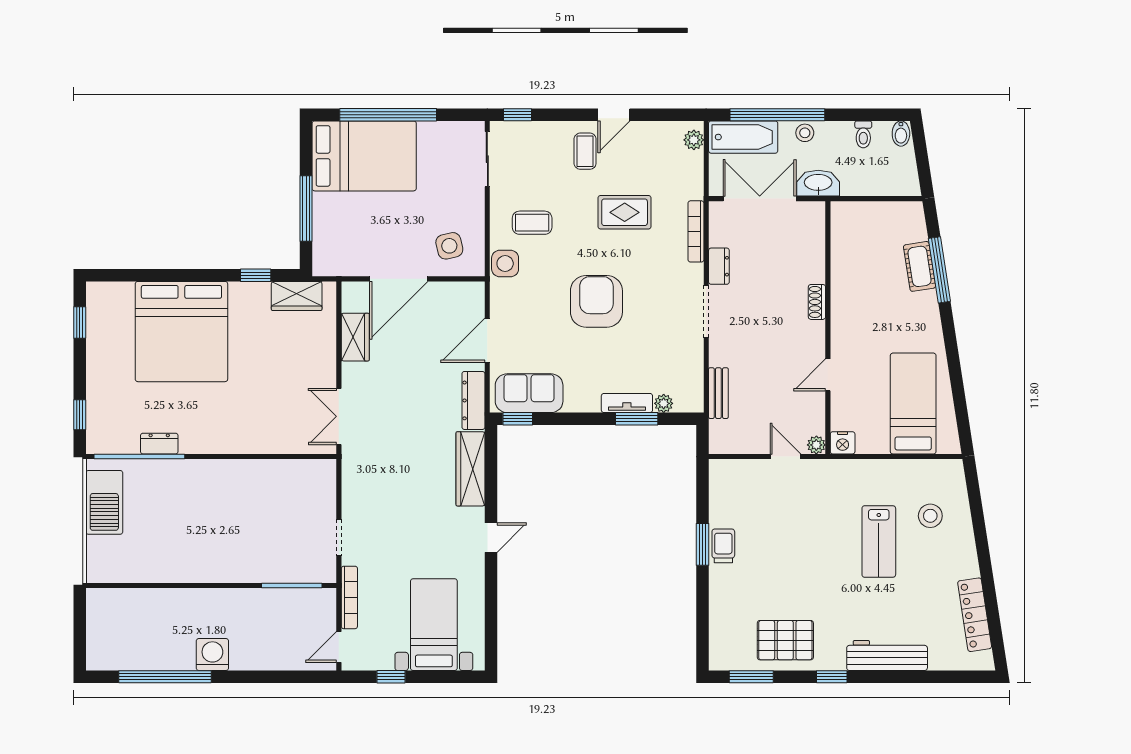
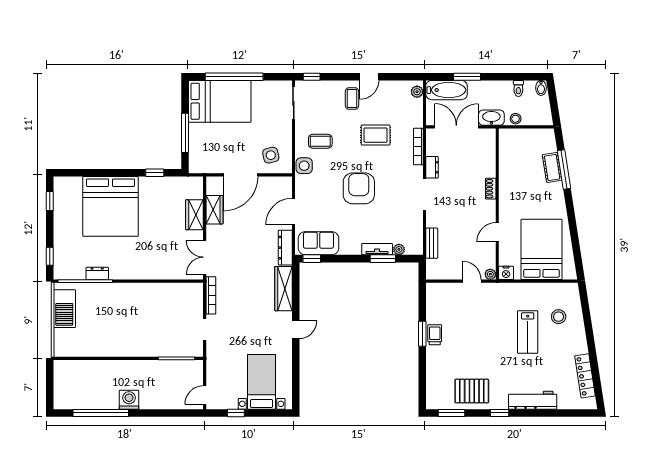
window: (777, 115) -> (467, 77), width x0.47
stool: (805, 133) -> (516, 119), moved
wardrobe: (297, 296) -> (194, 215), moved, turned 90
bed: (913, 404) -> (541, 249), width x1.50
bookcase: (349, 597) -> (211, 295), moved

